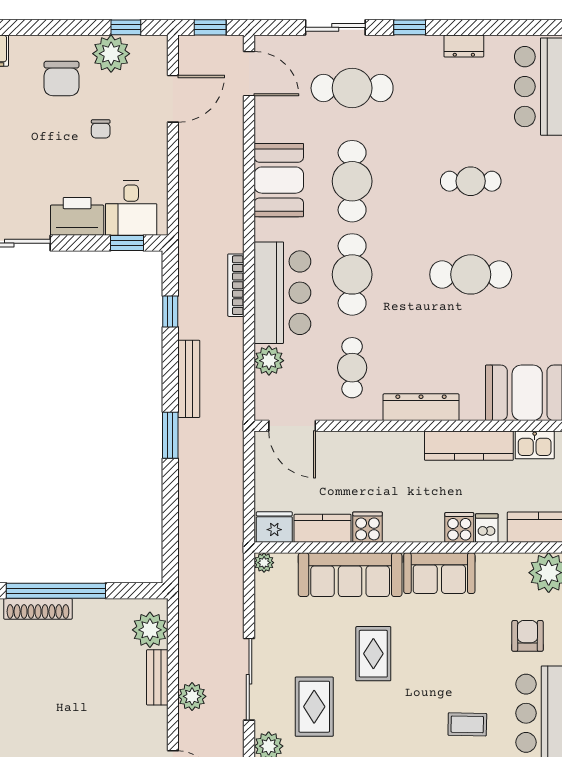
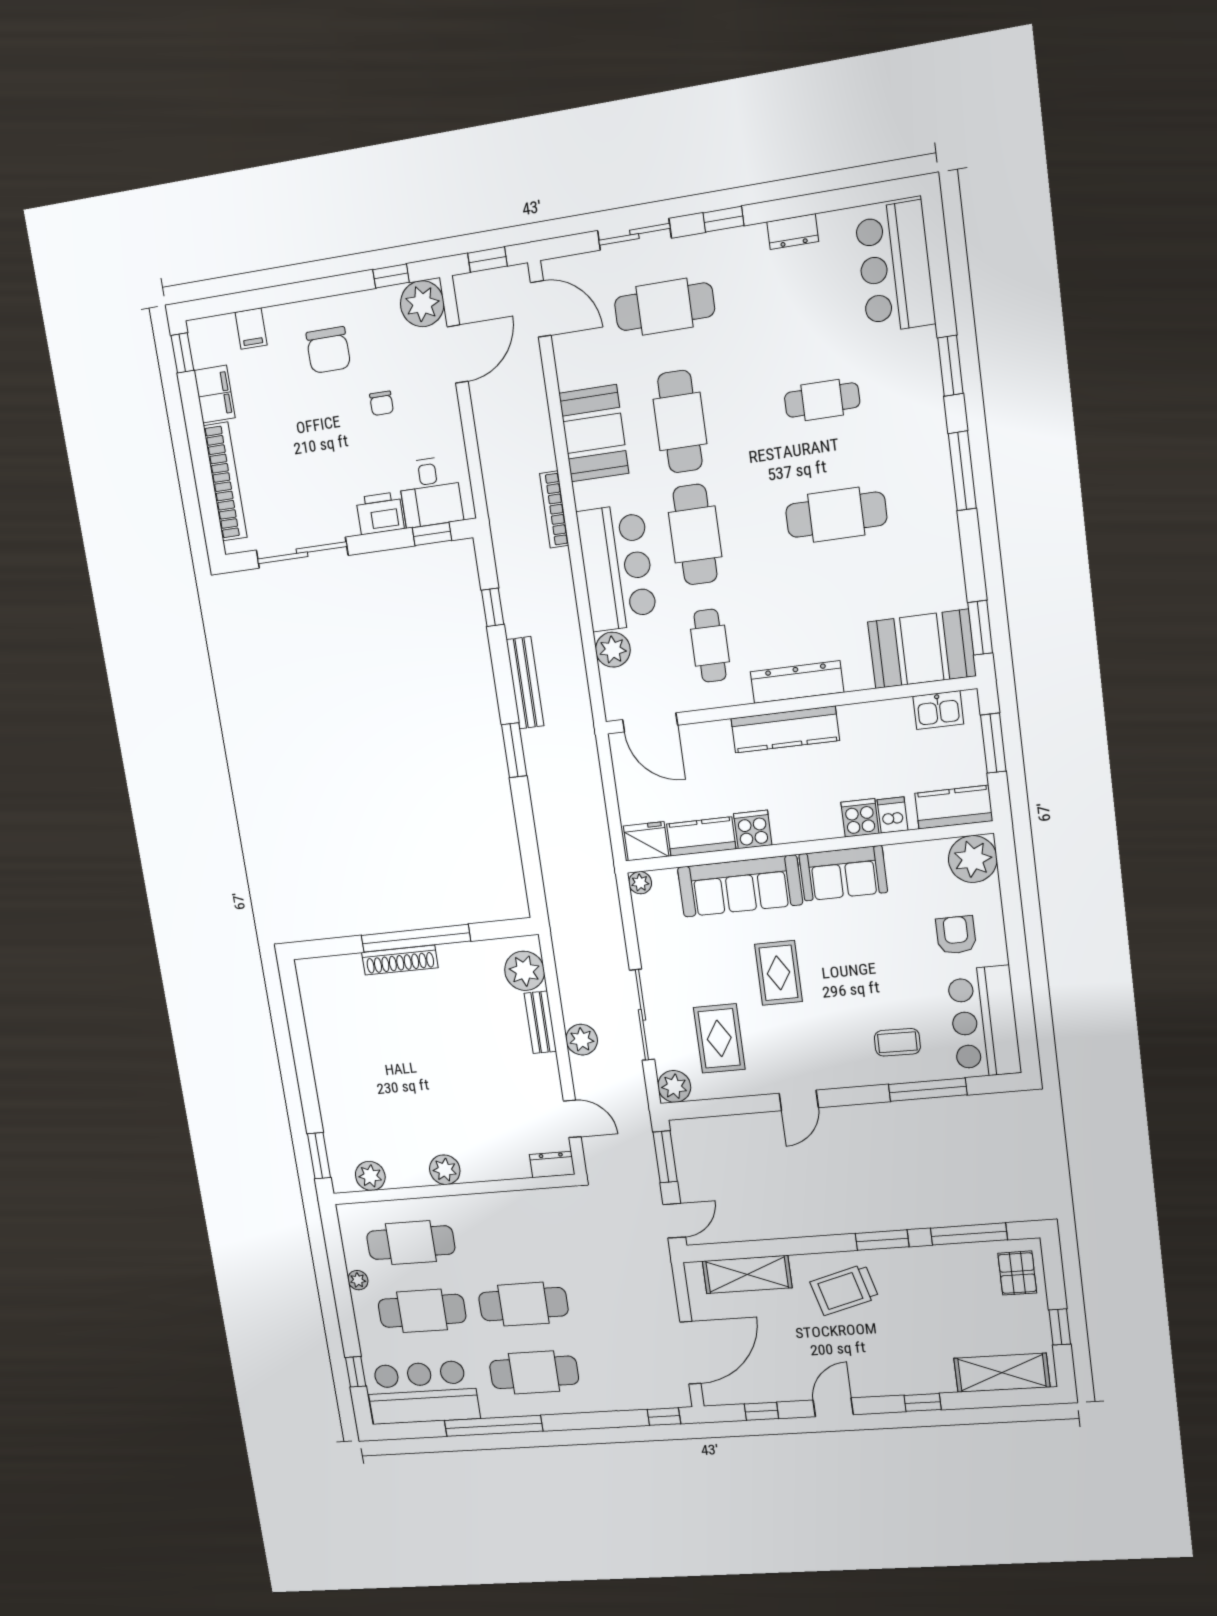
plant: (111, 54) -> (422, 304), moved
printer: (77, 216) -> (380, 513), width x0.73, depth x0.84
bookcase: (236, 285) -> (554, 510), moved
kitchen counter: (469, 446) -> (785, 729), moved

